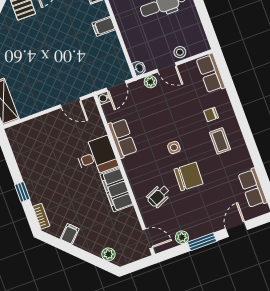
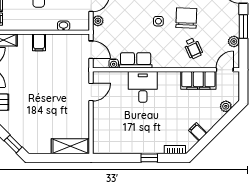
washbasin: (139, 68) -> (64, 26), moved
water cooler: (104, 98) -> (114, 64), moved
filing cabinet: (117, 190) -> (198, 80), moved

